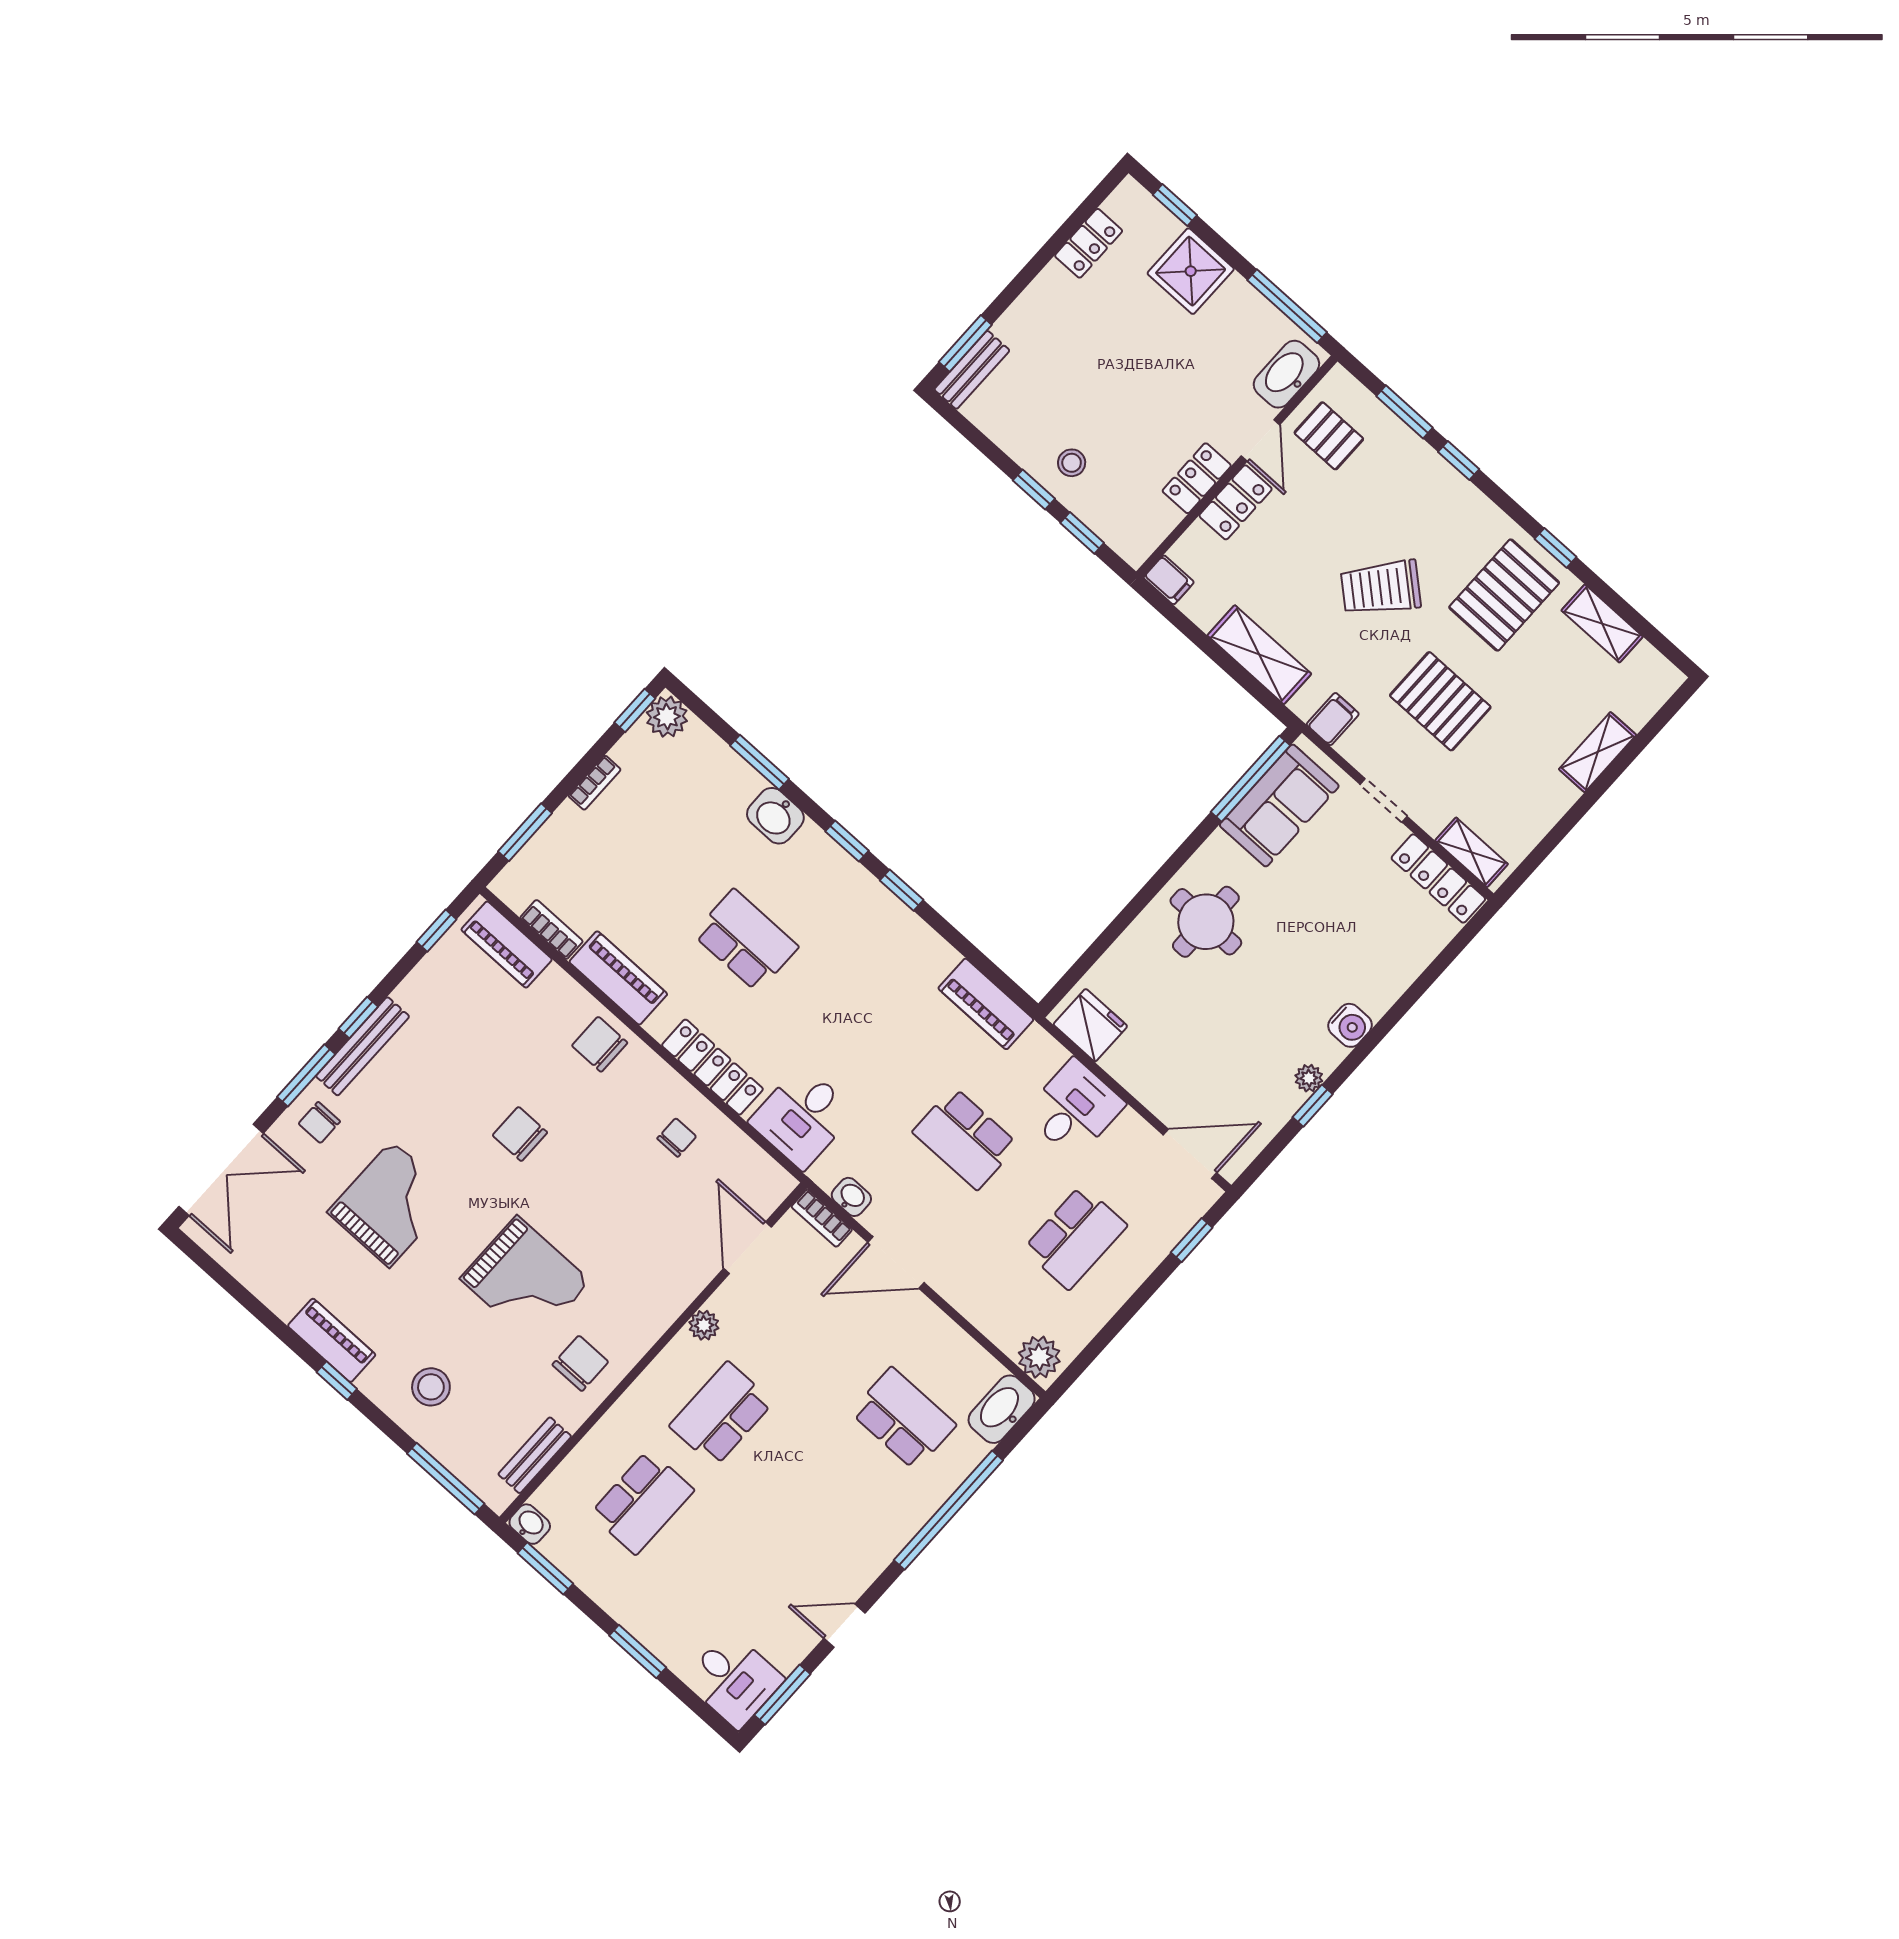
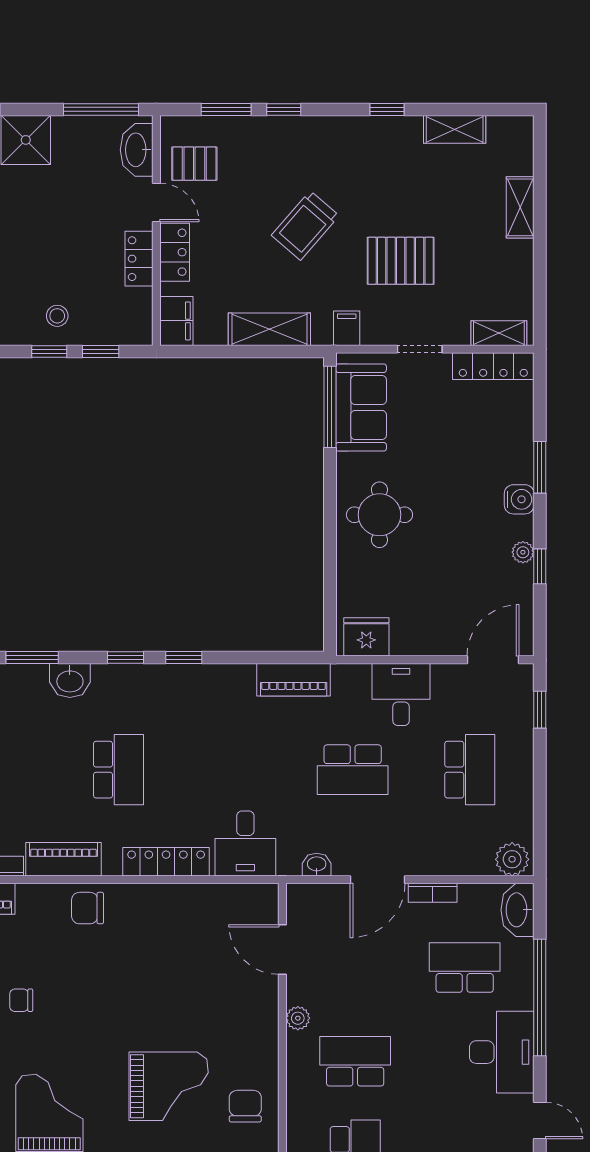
filing cabinet: (1169, 580) -> (176, 321), width x2.00
pallet: (1504, 595) -> (382, 164), removed
school desk: (746, 940) -> (118, 770), turned 90
window: (1396, 1013) -> (540, 467), added
chair: (520, 1134) -> (21, 1000), moved, width x0.73, depth x0.73
chair: (677, 1138) -> (182, 922), removed
bookcase: (822, 1218) -> (433, 893), moved
school desk: (721, 1414) -> (355, 1061), turned 90
desk: (867, 1529) -> (502, 1052), added
door: (844, 1626) -> (540, 1121), swing flipped

